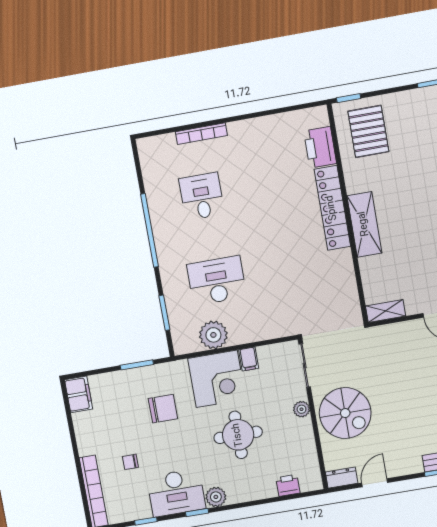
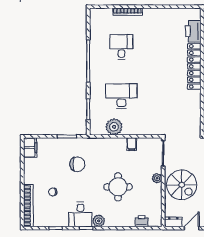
corner desk: (217, 379) -> (111, 152), removed
desk: (176, 493) -> (80, 214), width x0.73

